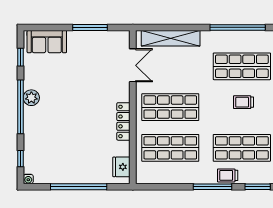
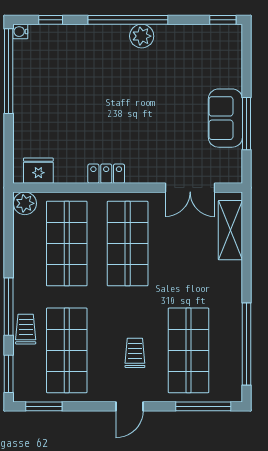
shelving: (171, 38) -> (230, 230), width x0.68
sofa: (47, 42) -> (225, 118), moved
window: (20, 57) -> (223, 20), moved
locker: (123, 121) -> (106, 174), width x0.66
plant: (143, 176) -> (25, 203), added
window: (79, 187) -> (9, 71), moved

